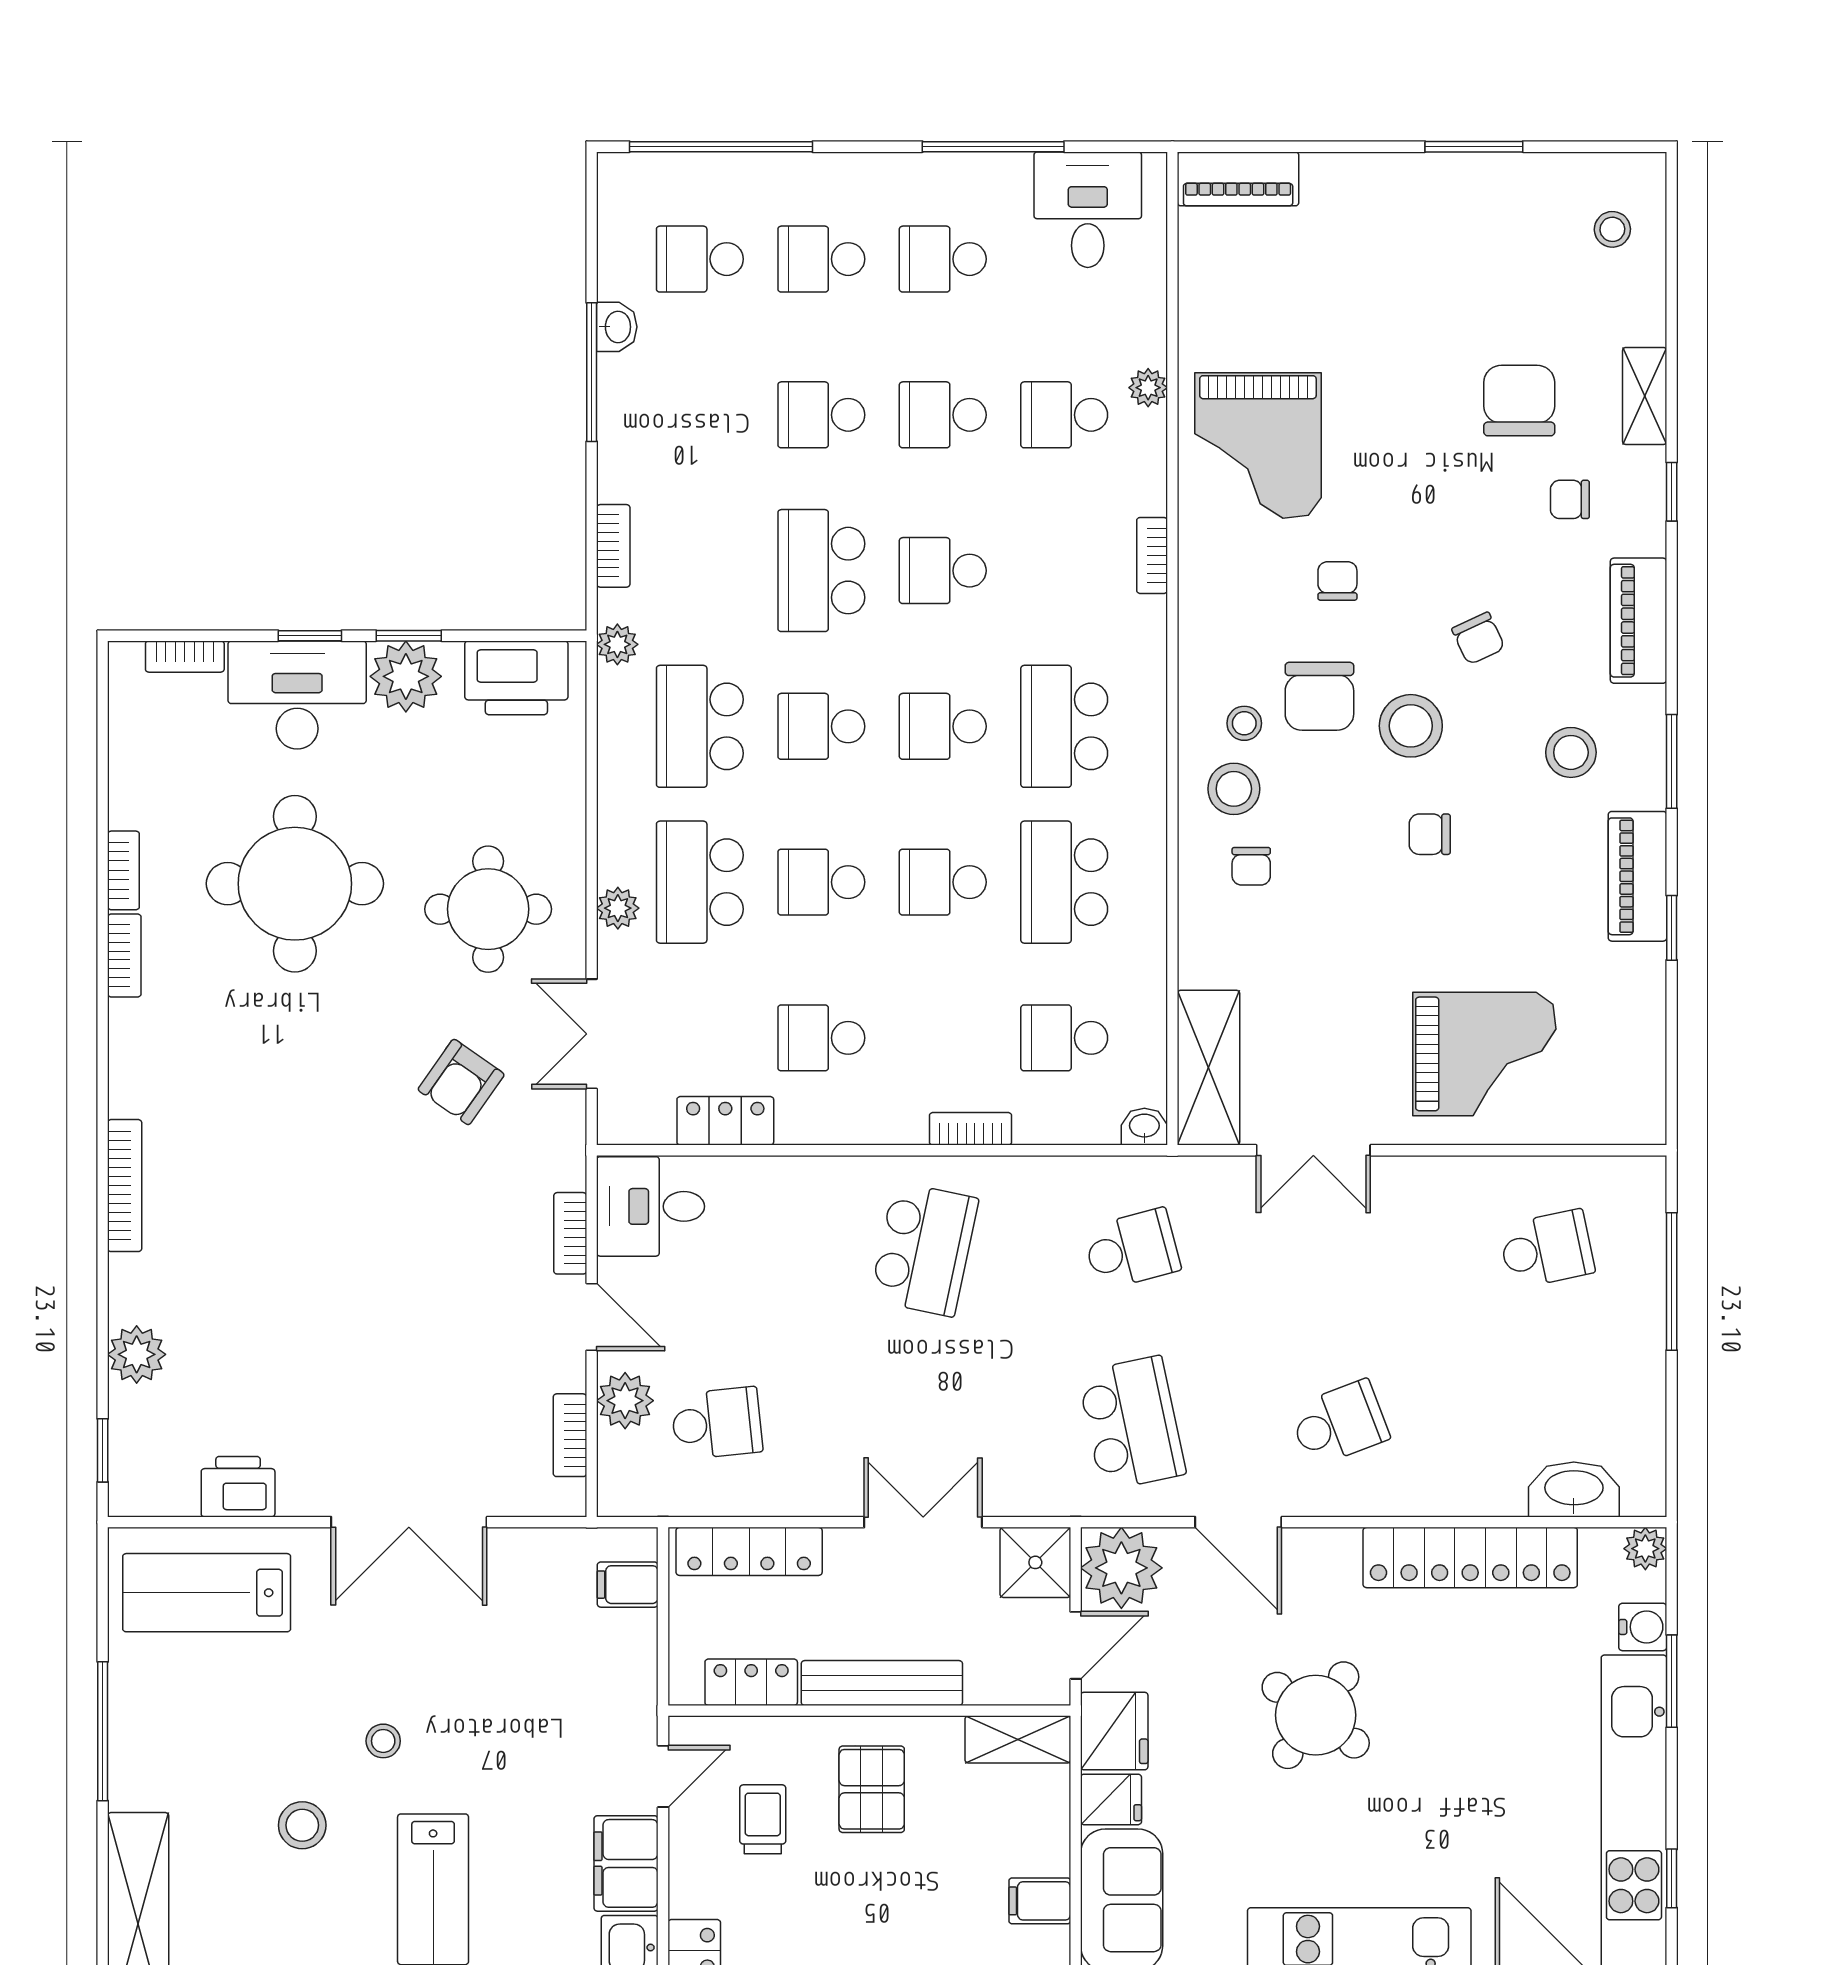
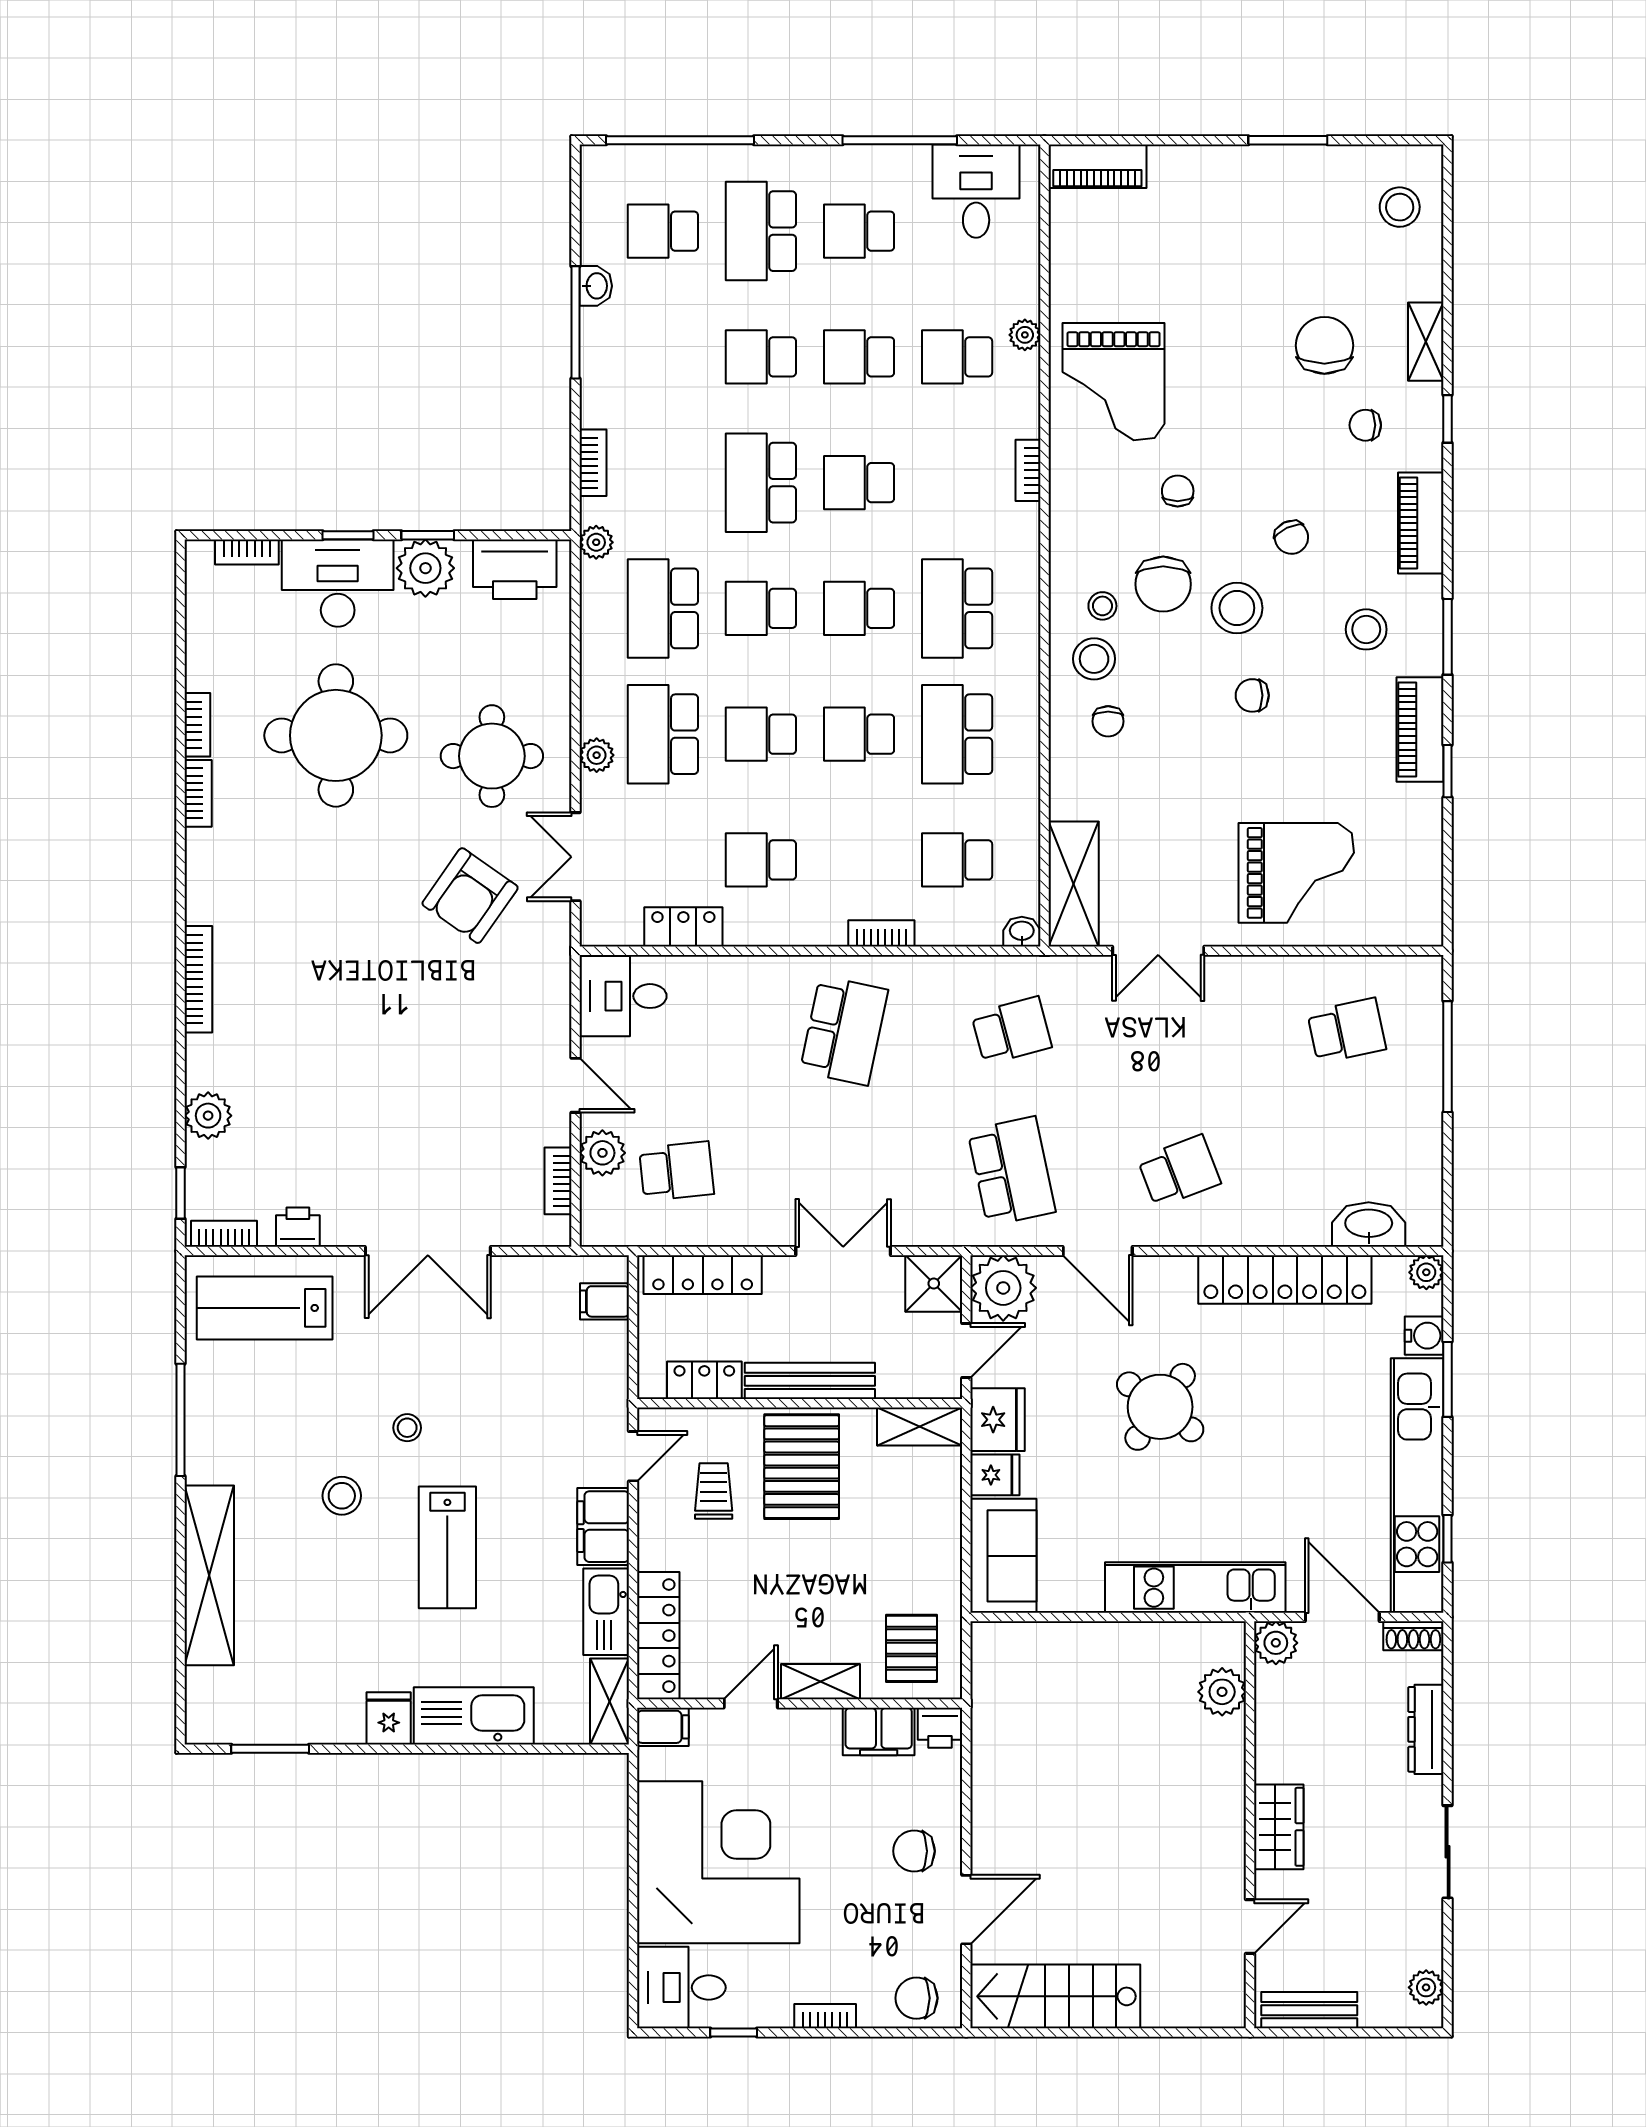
stool: (1612, 229) -> (1400, 207), width x1.37, depth x1.37
school desk: (821, 259) -> (761, 231), width x1.85
armchair: (461, 1082) -> (470, 896), width x1.38, depth x1.38
bookcase: (570, 1233) -> (224, 1234), moved, turned 90
printer: (238, 1487) -> (298, 1227), width x0.73, depth x0.81
pallet: (872, 1789) -> (802, 1467), width x1.50, depth x1.42
filing cabinet: (1040, 1901) -> (937, 1557), removed

